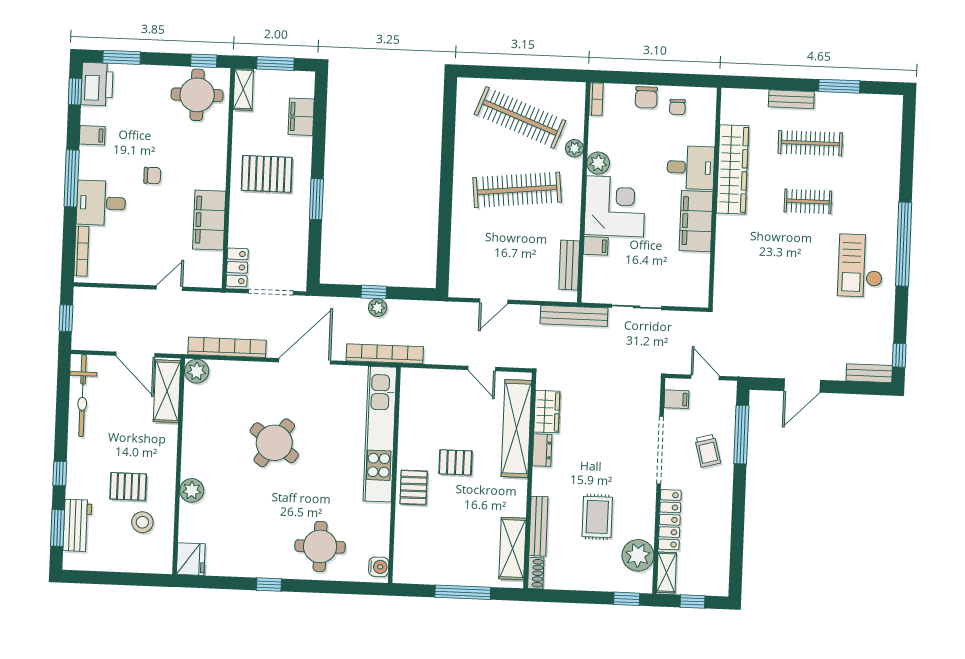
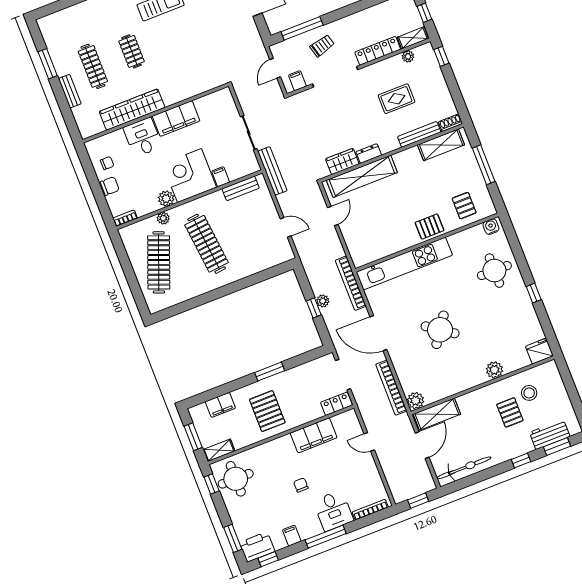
pallet: (455, 462) -> (464, 206), moved
plant: (638, 555) -> (408, 56), width x0.53, depth x0.53

